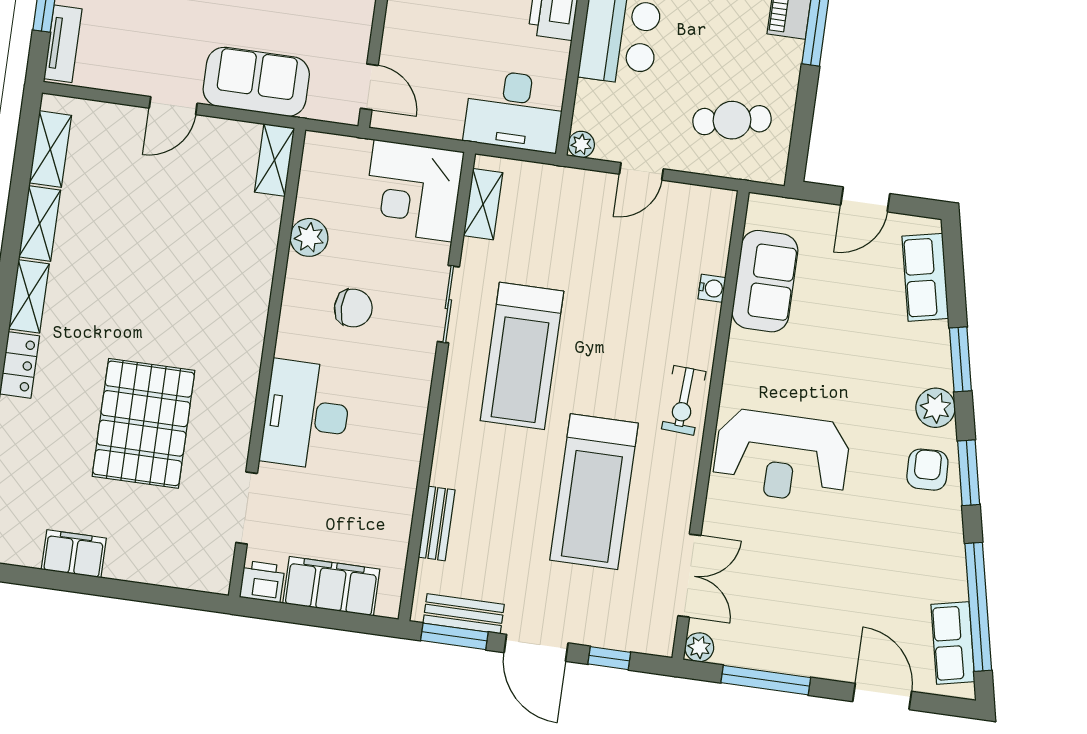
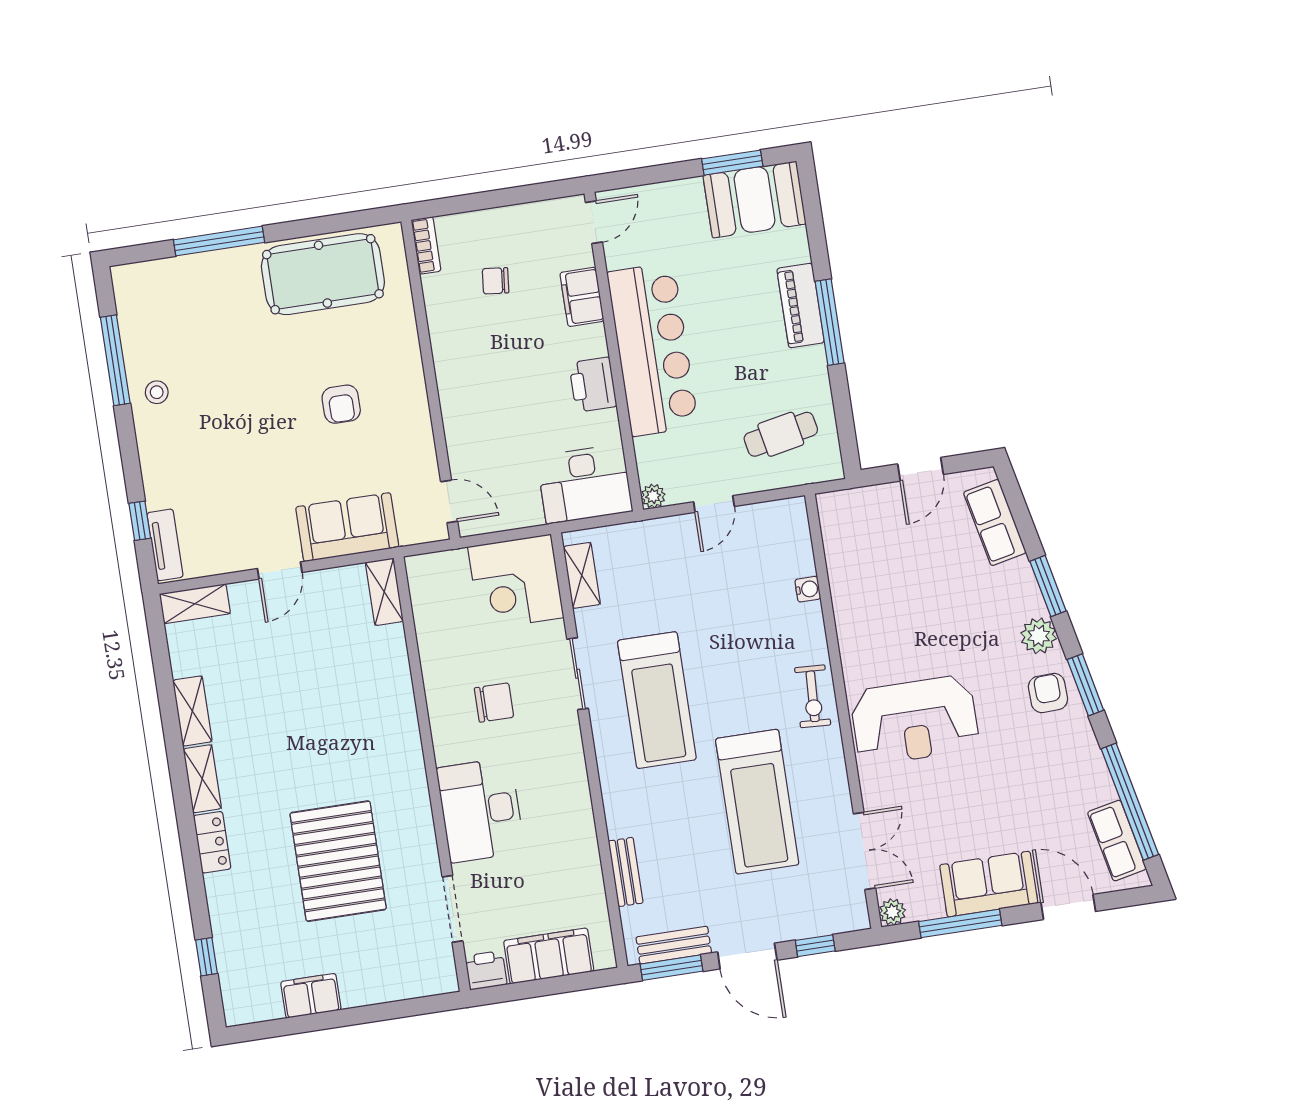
shelving: (50, 149) -> (195, 604), moved, turned 90
plant: (309, 237) -> (436, 652), removed
sofa: (765, 281) -> (989, 884), moved, turned -90

